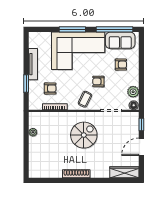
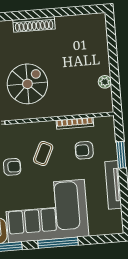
coffee table: (85, 99) -> (43, 154), moved
spiral stairs: (84, 135) -> (27, 84), turned 180

